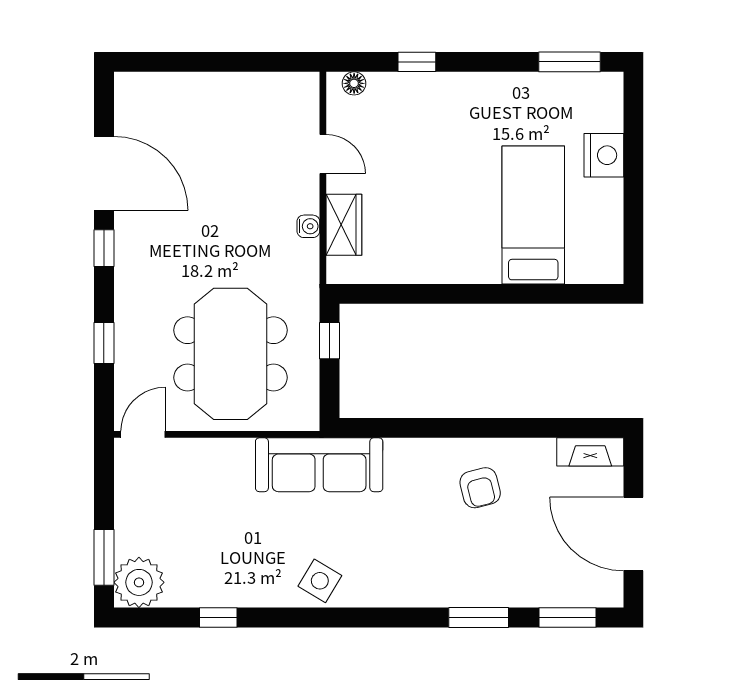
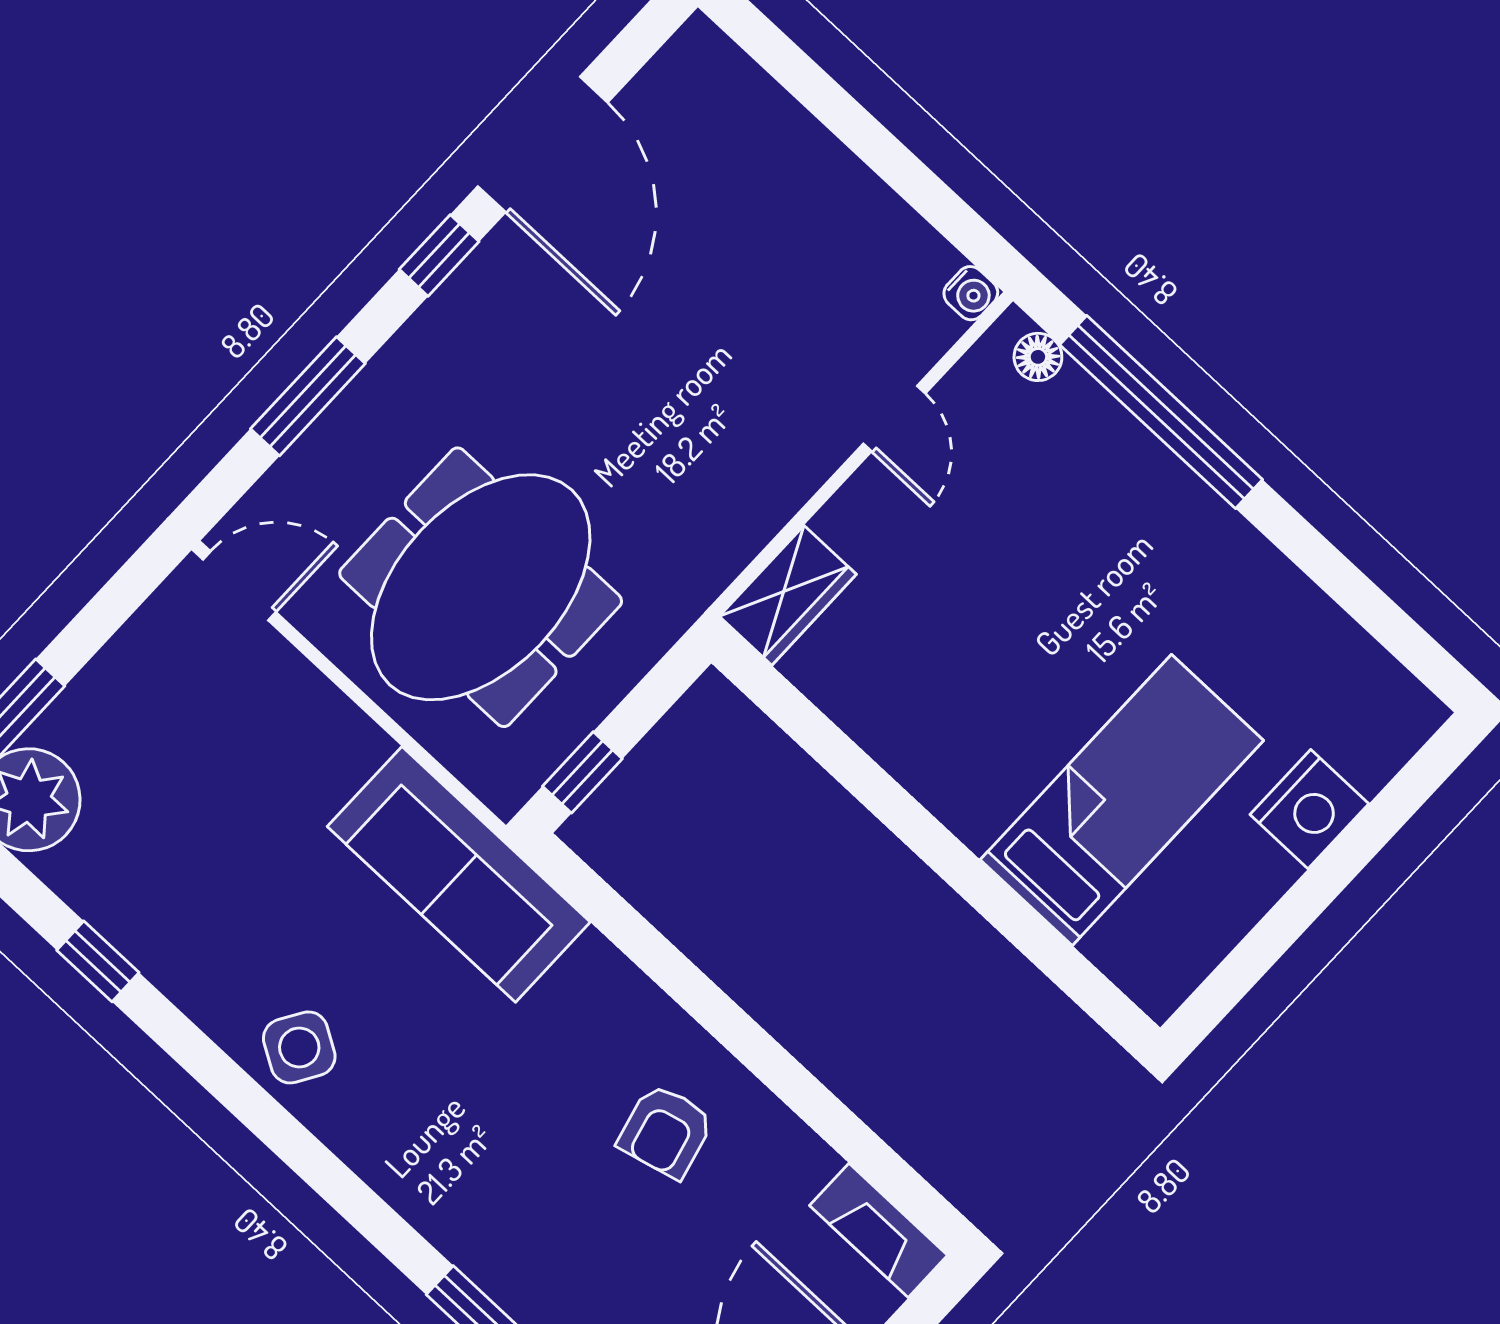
window: (417, 62) -> (1161, 412), width x3.17
window: (570, 62) -> (1387, 623), removed
wardrobe: (344, 225) -> (788, 595), moved
water cooler: (308, 226) -> (971, 293), moved
window: (329, 341) -> (582, 772), moved
window: (104, 343) -> (308, 396), width x1.50

